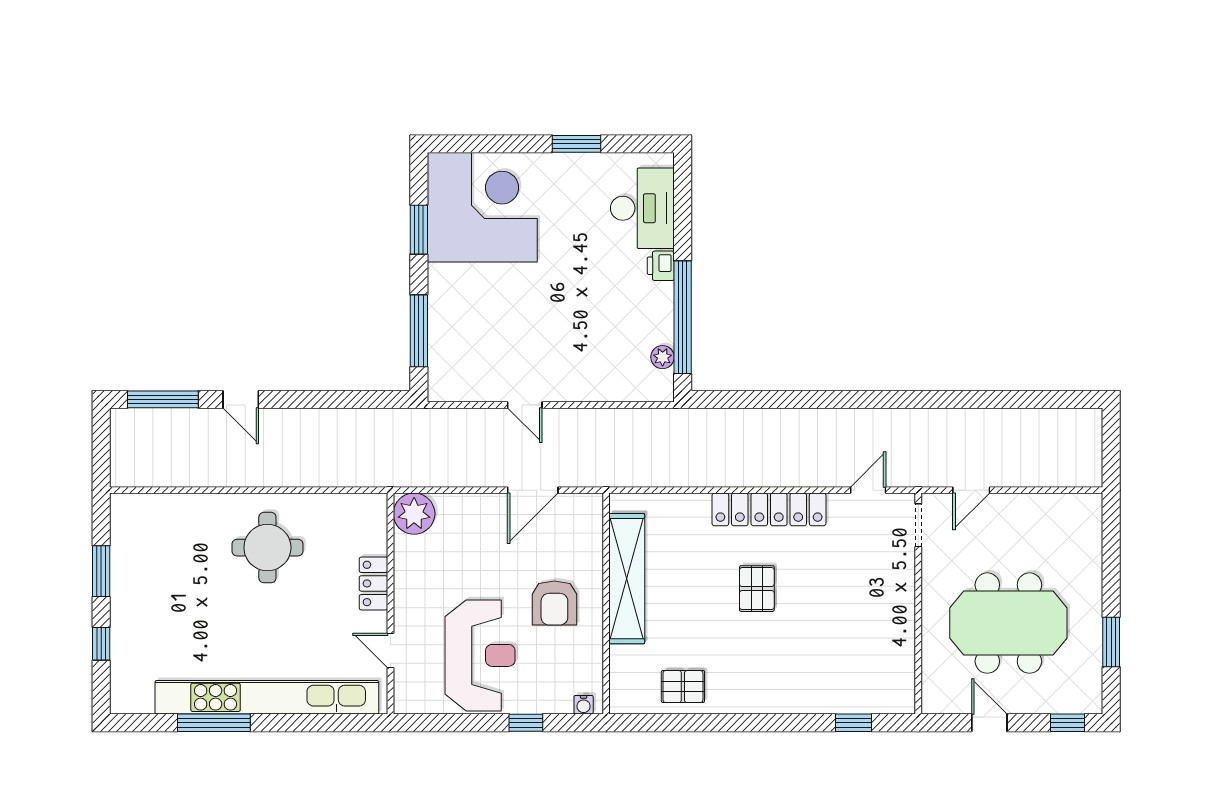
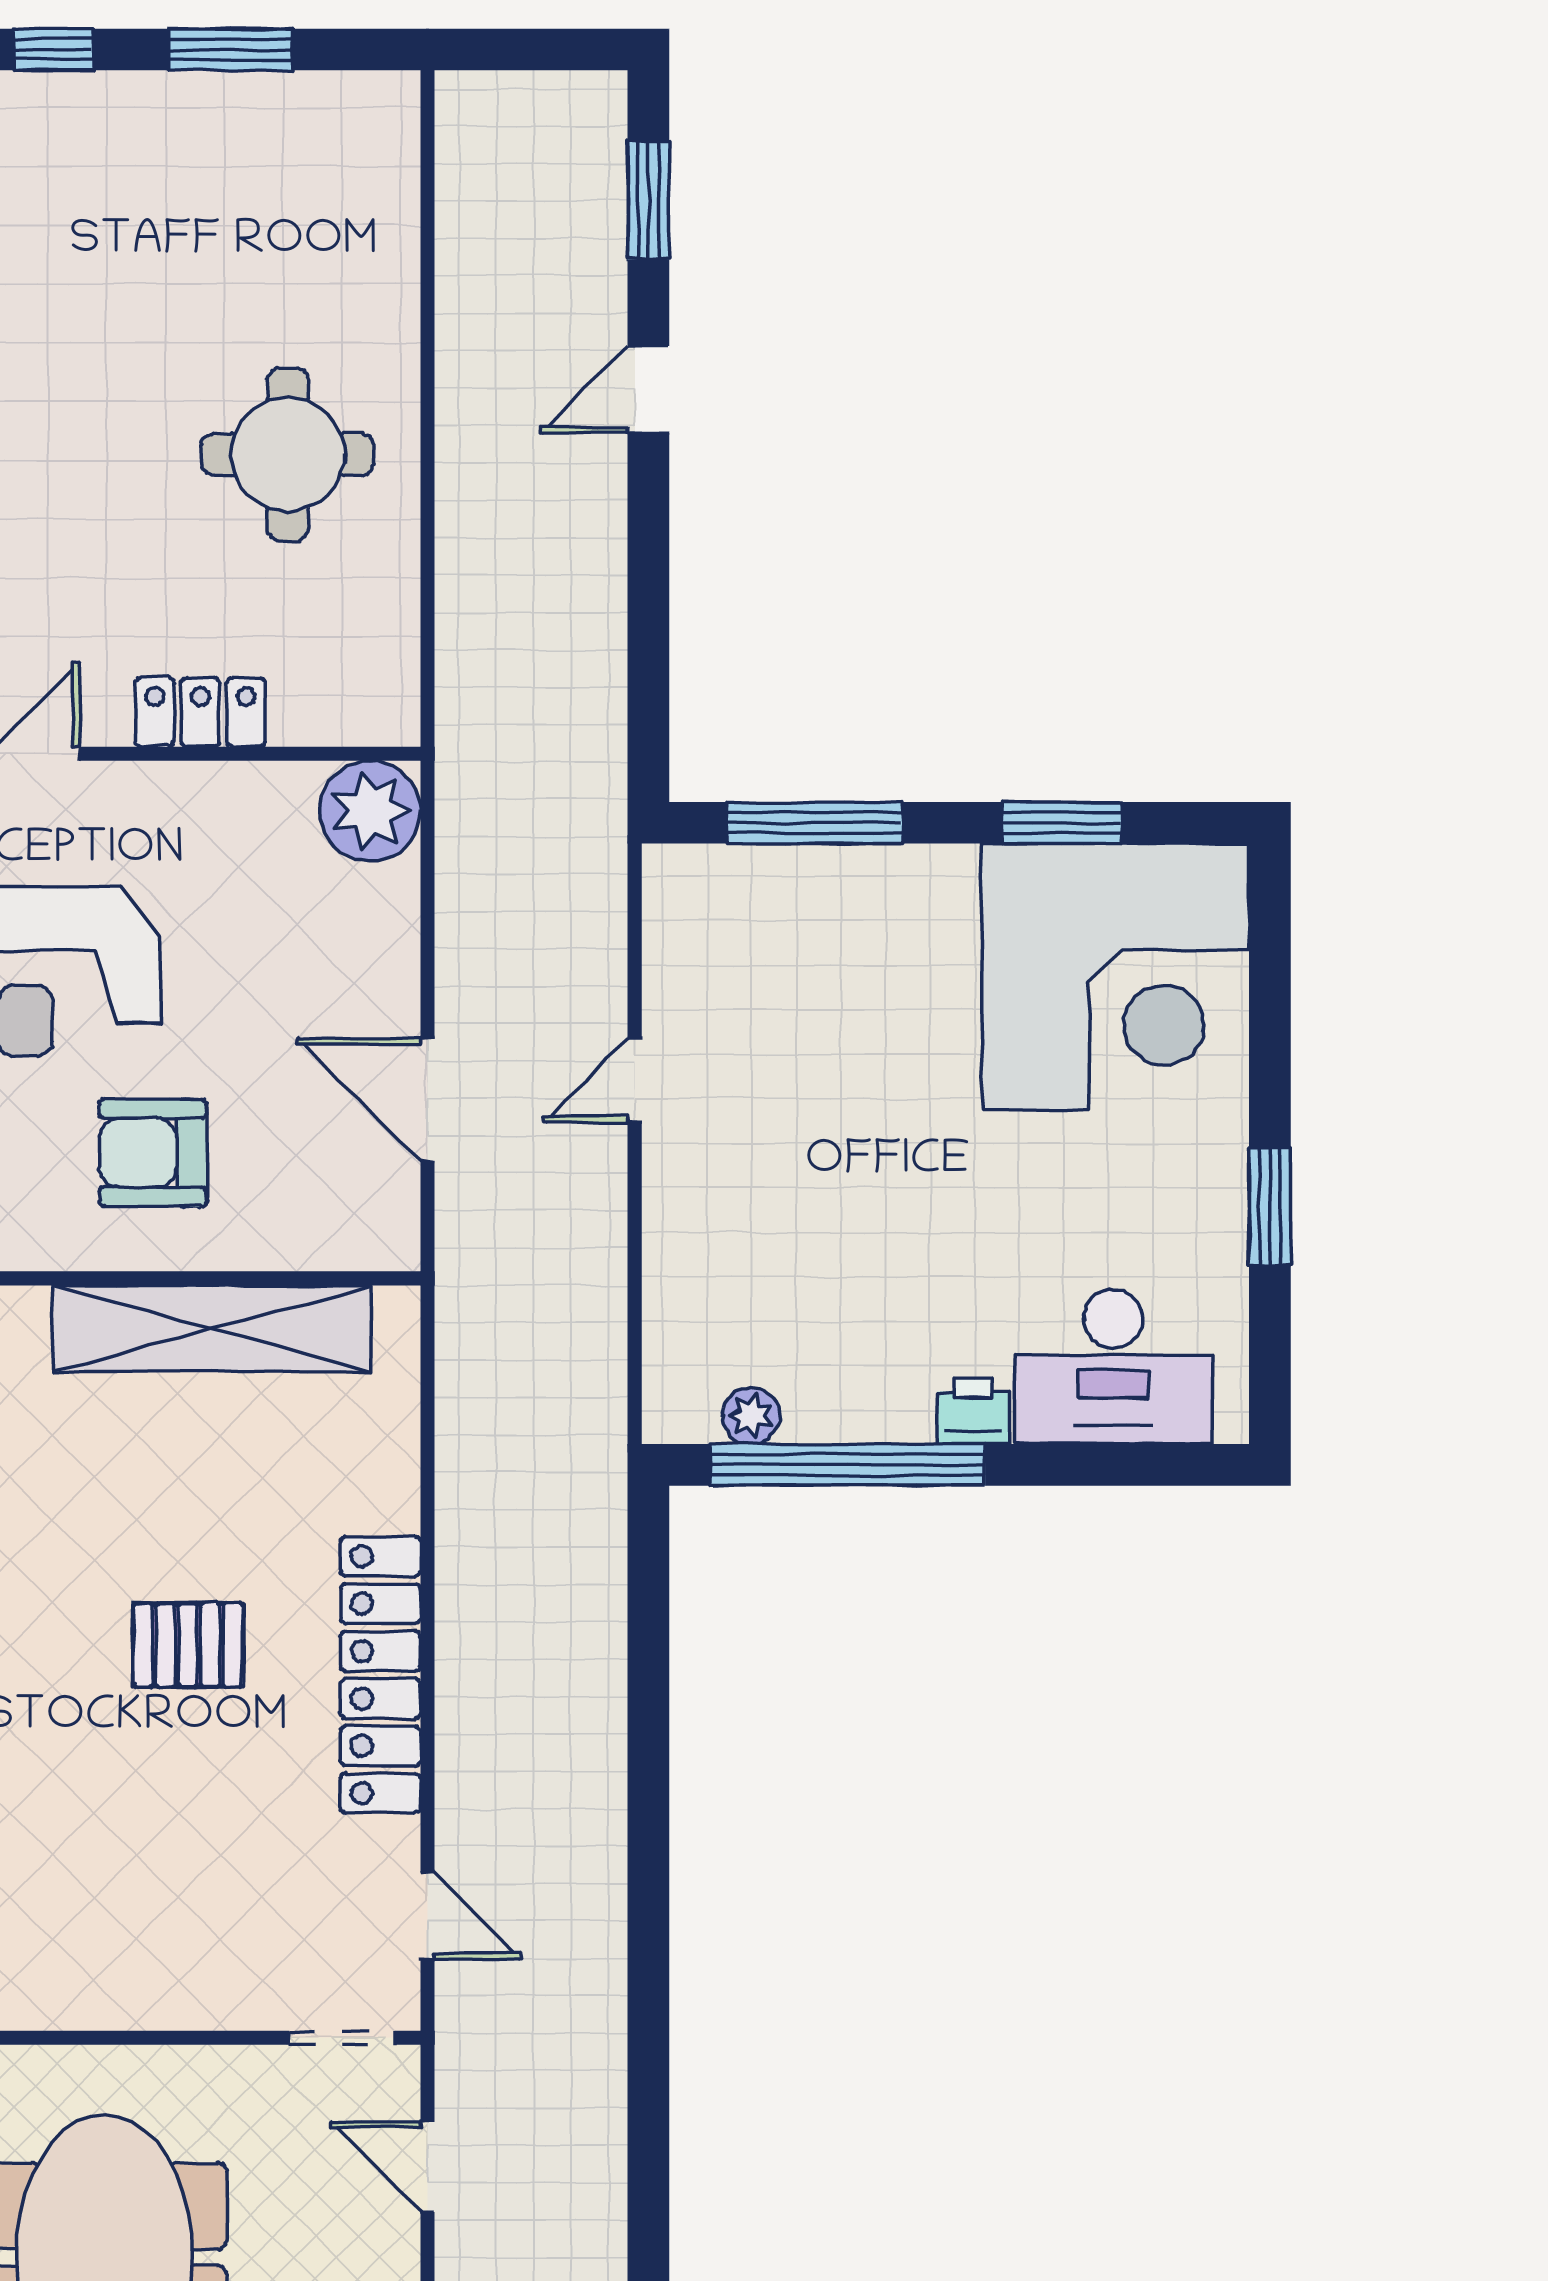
window: (163, 399) -> (648, 200), width x0.69

